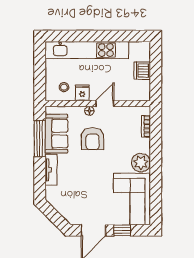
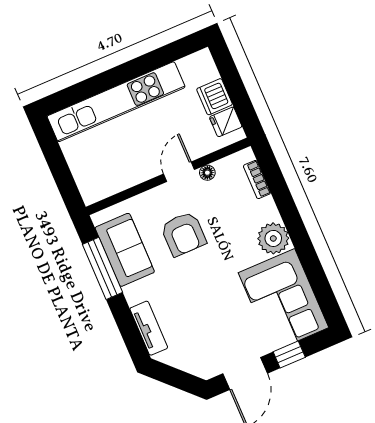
stool: (64, 87) -> (106, 174), removed
fridge: (82, 93) -> (226, 122), moved, turned -90
floor lamp: (89, 111) -> (207, 173), moved
tv unit: (51, 170) -> (149, 328), moved

